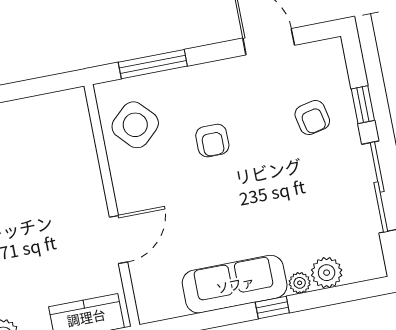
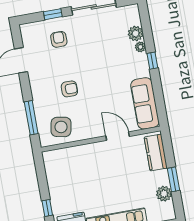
armchair: (312, 118) -> (59, 39), turned -78
side table: (135, 125) -> (61, 127), turned -36
sofa: (235, 284) -> (145, 103), moved

